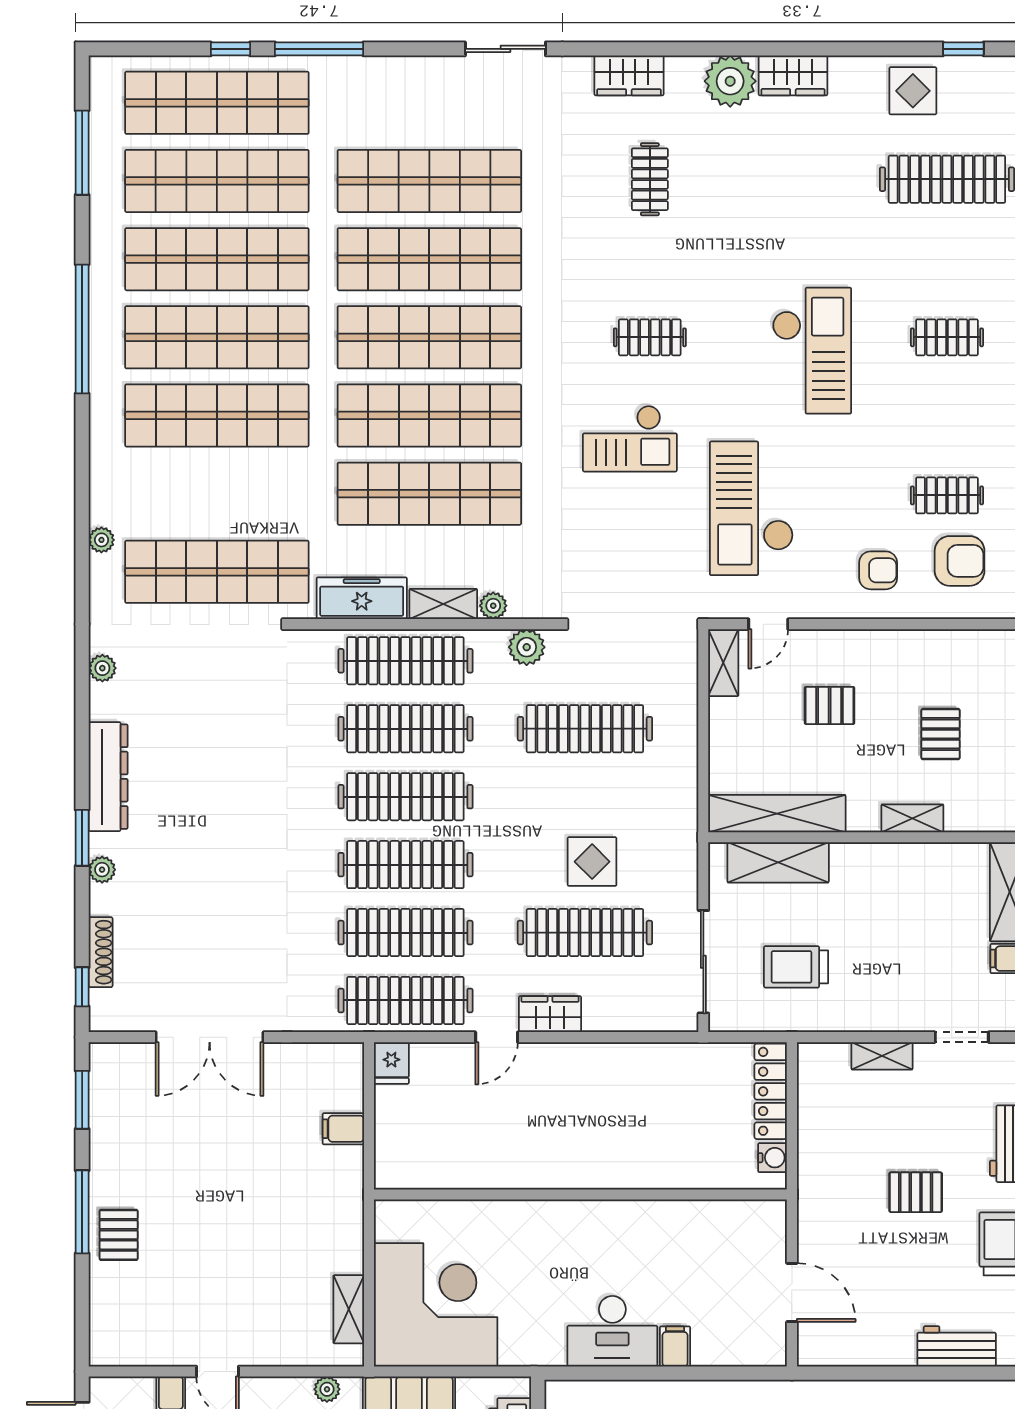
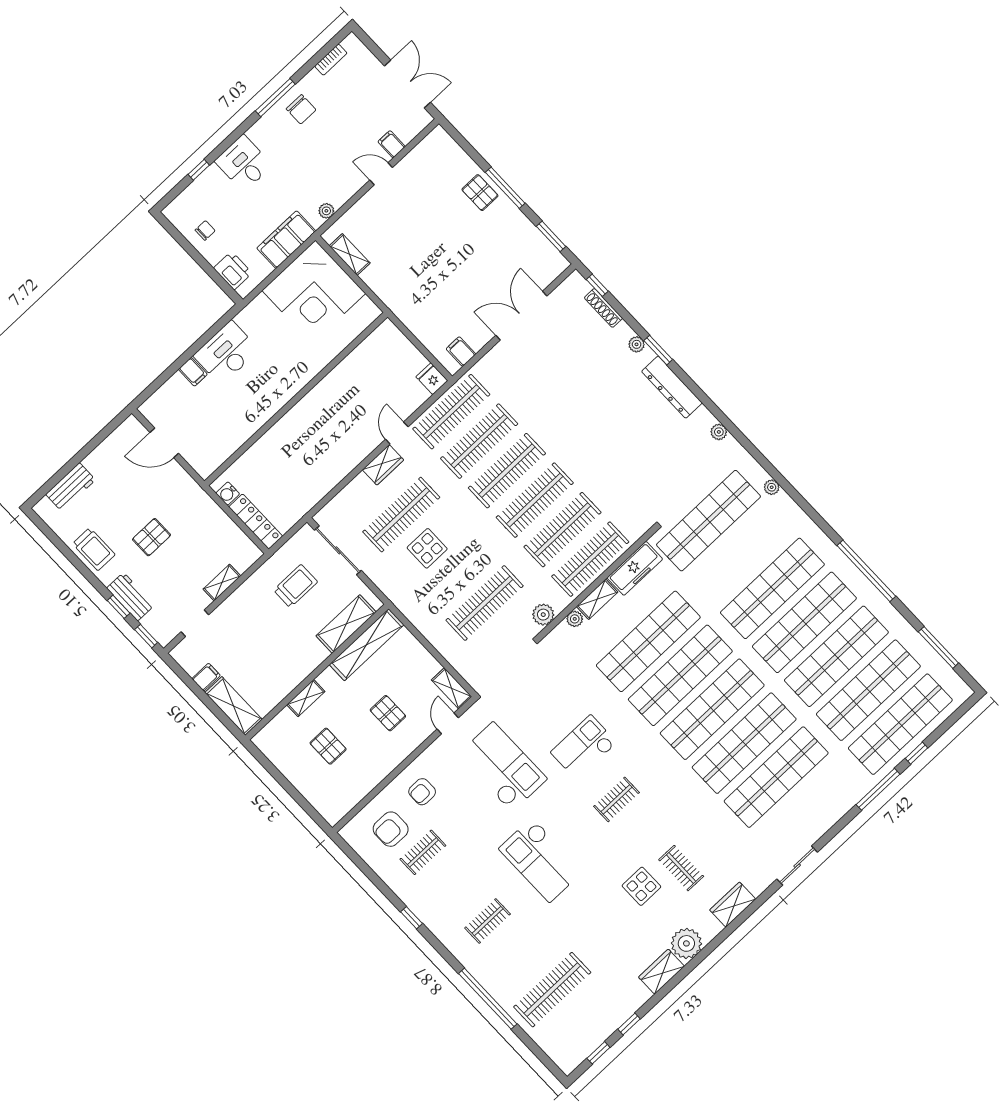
window: (893, 49) -> (629, 1024), added
display table: (913, 91) -> (641, 886), moved
pallet: (830, 706) -> (388, 713), turned 90
filing cabinet: (343, 1129) -> (461, 352), moved, turned -90

